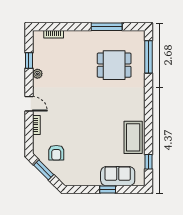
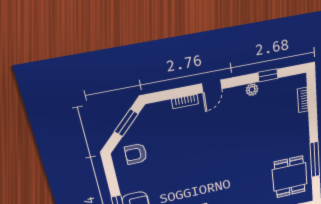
dining table: (114, 65) -> (290, 177), moved
armchair: (56, 153) -> (136, 154), moved

